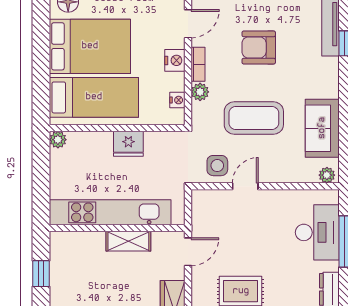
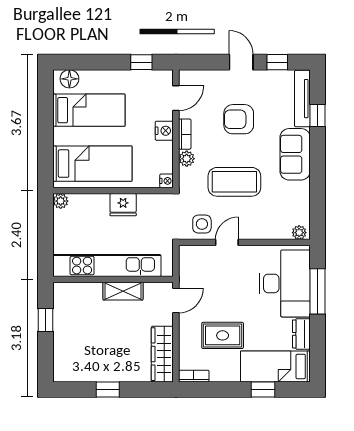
bed: (90, 46) -> (89, 110), width x0.67
nightstand: (177, 100) -> (167, 181), moved
sofa: (322, 128) -> (295, 154), moved
desk: (317, 232) -> (285, 283), width x1.36, depth x1.30

